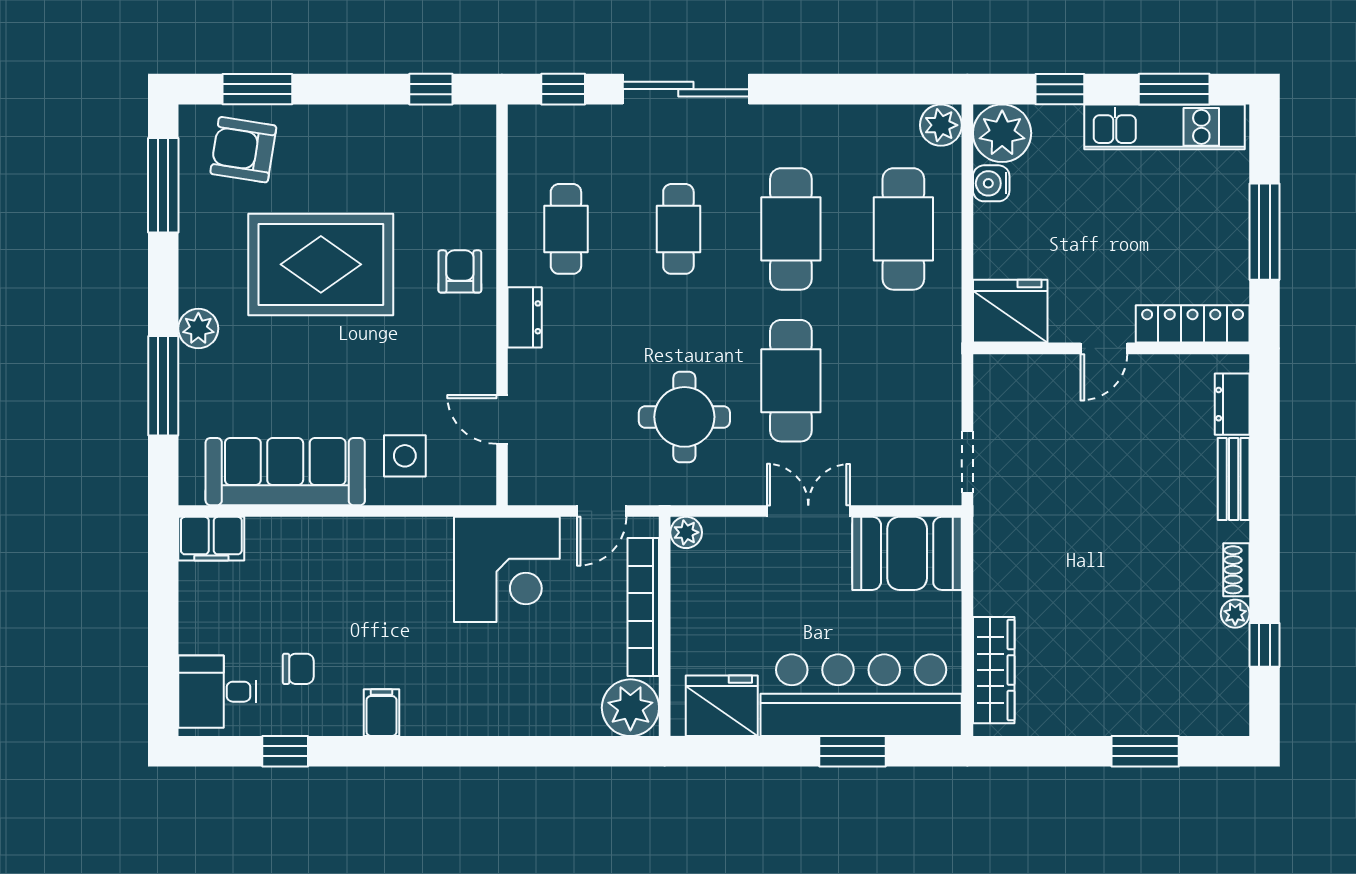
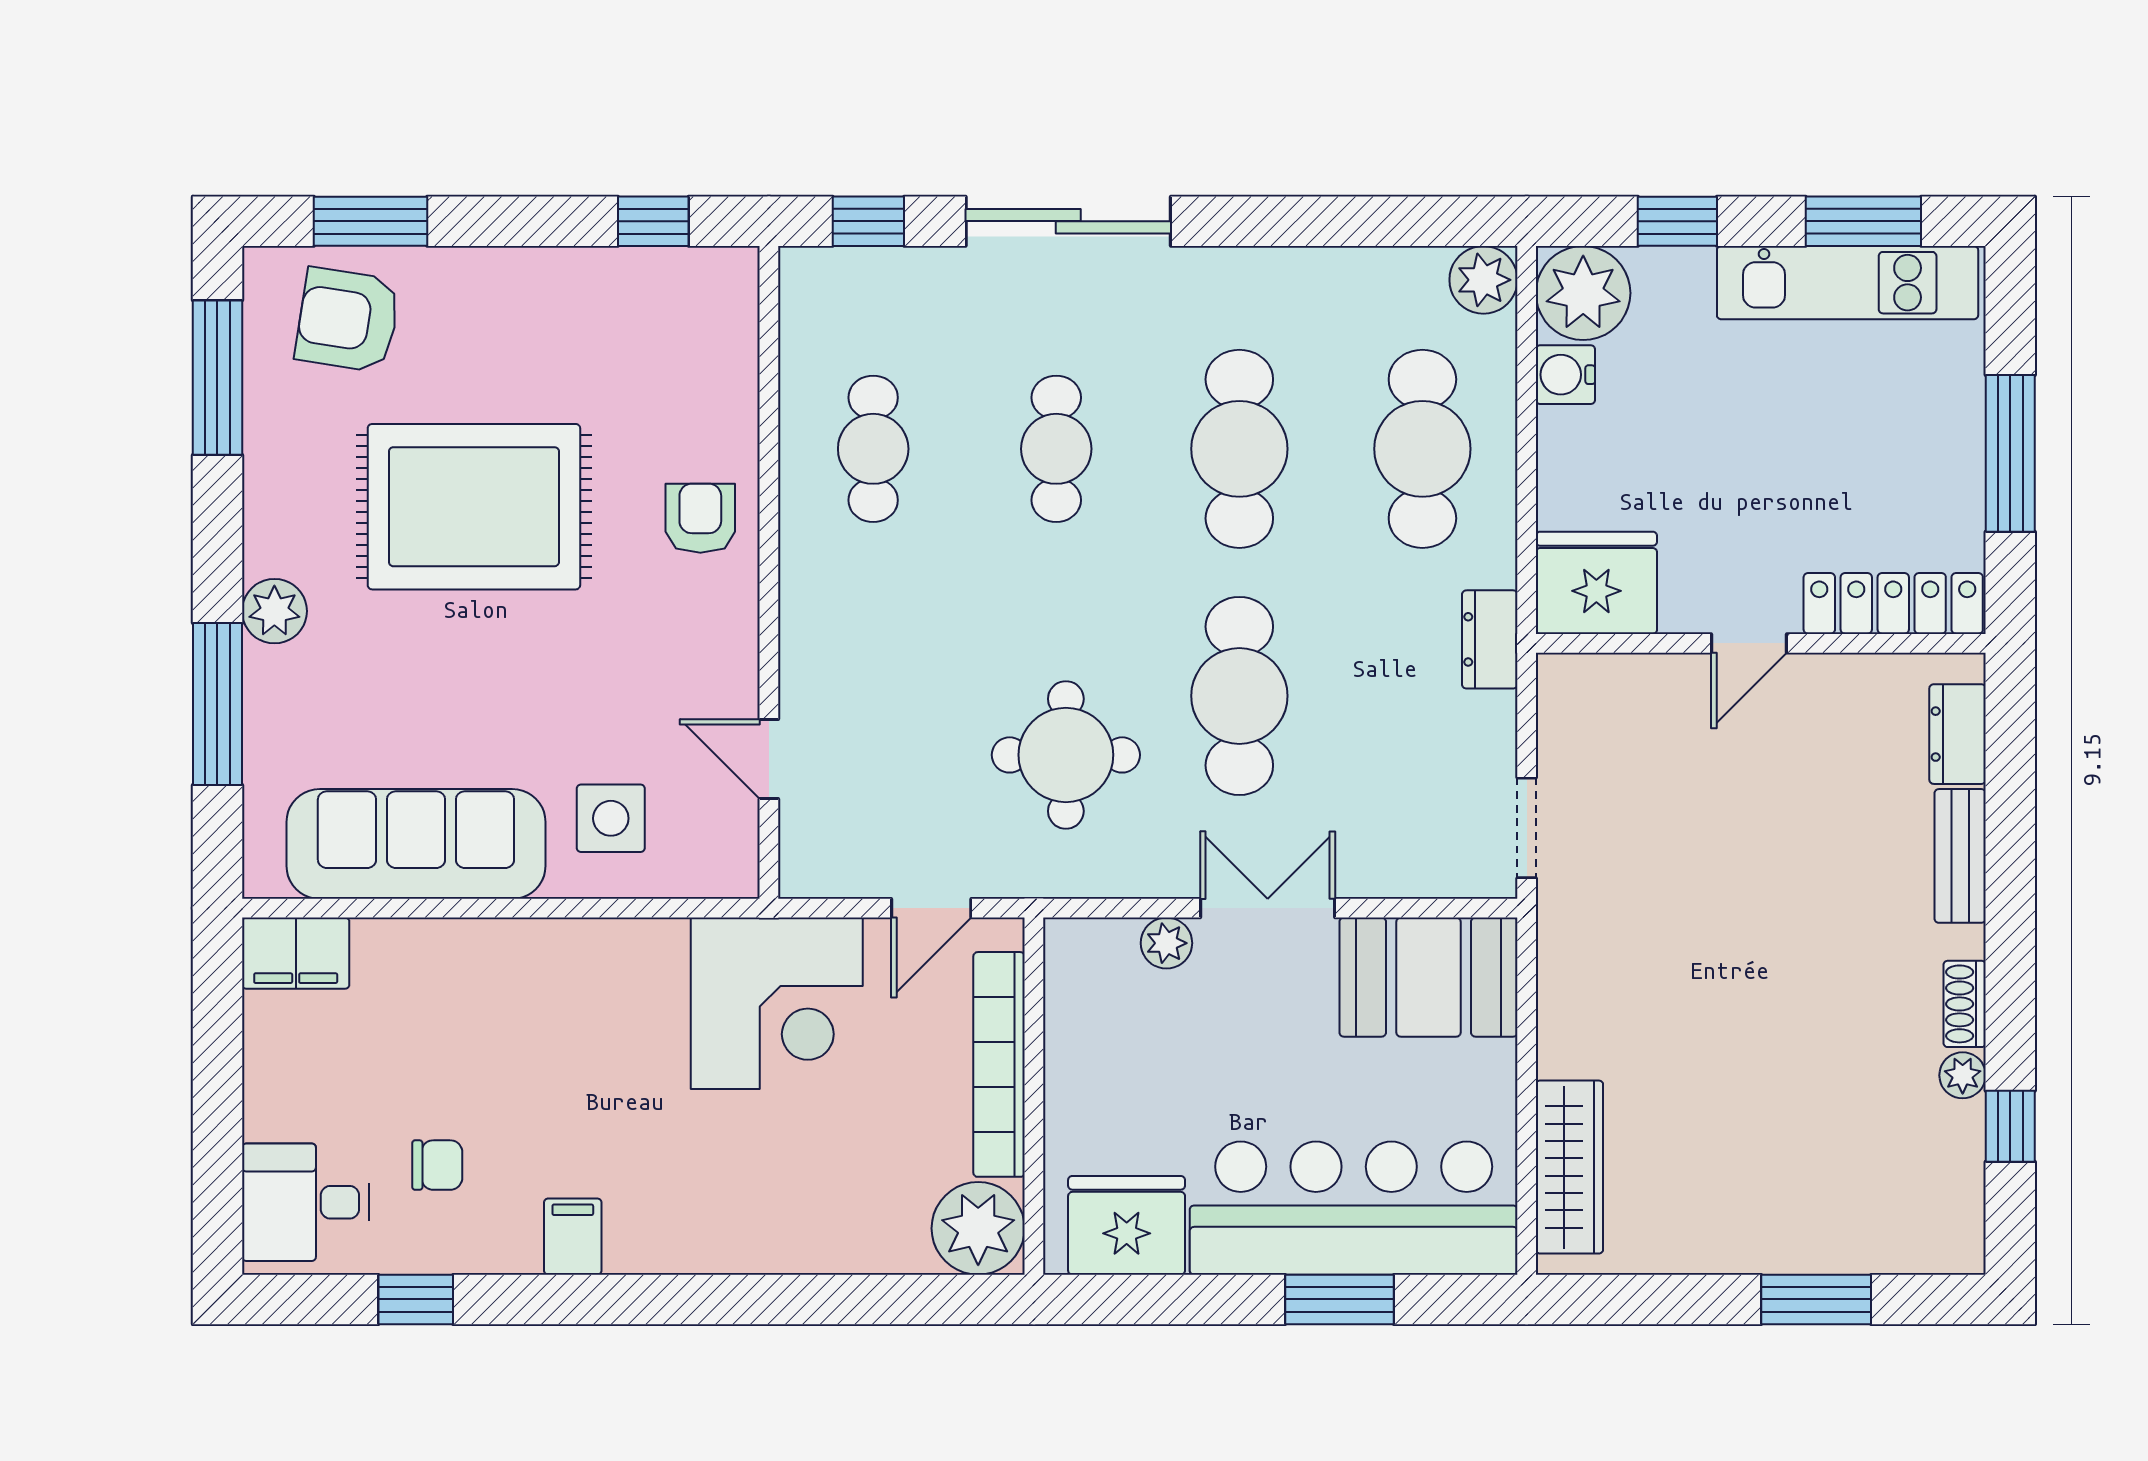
dresser: (525, 317) -> (1490, 639), moved, turned 180
plant: (686, 532) -> (1166, 943), moved

